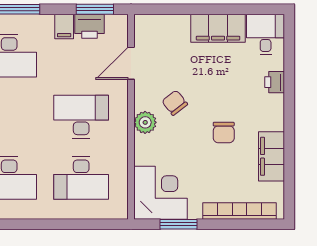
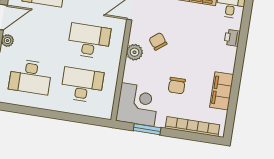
chair: (224, 132) -> (177, 86), moved
desk: (81, 178) -> (82, 85), turned 180

